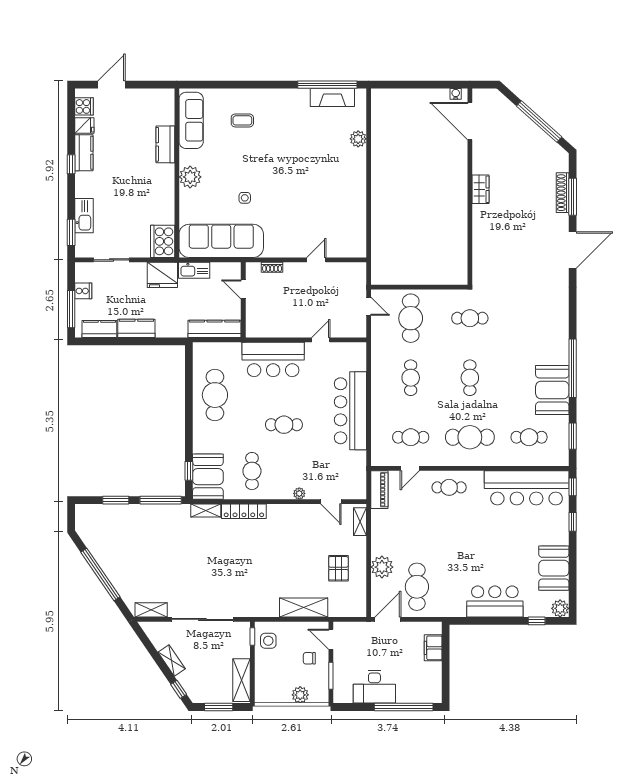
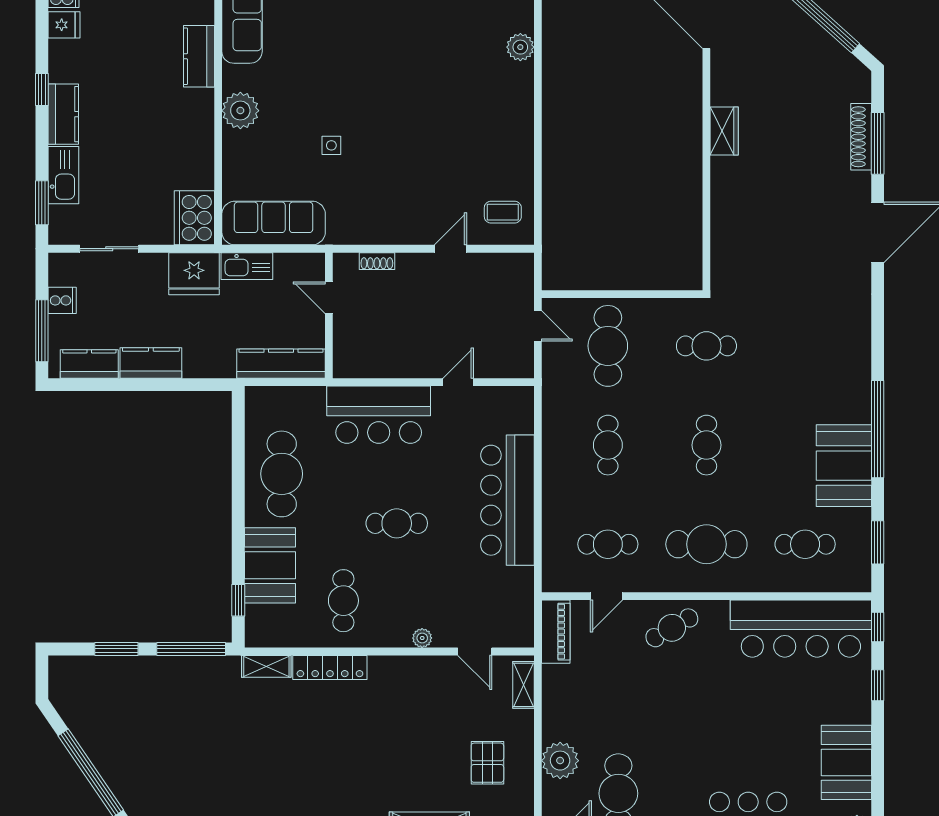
coffee table: (242, 120) -> (503, 212), moved
kitchen counter: (84, 153) -> (63, 114), moved
sofa: (221, 241) -> (274, 223), width x0.74, depth x0.79
booth: (208, 477) -> (270, 565), moved
cafe table: (449, 487) -> (672, 628), turned -30

